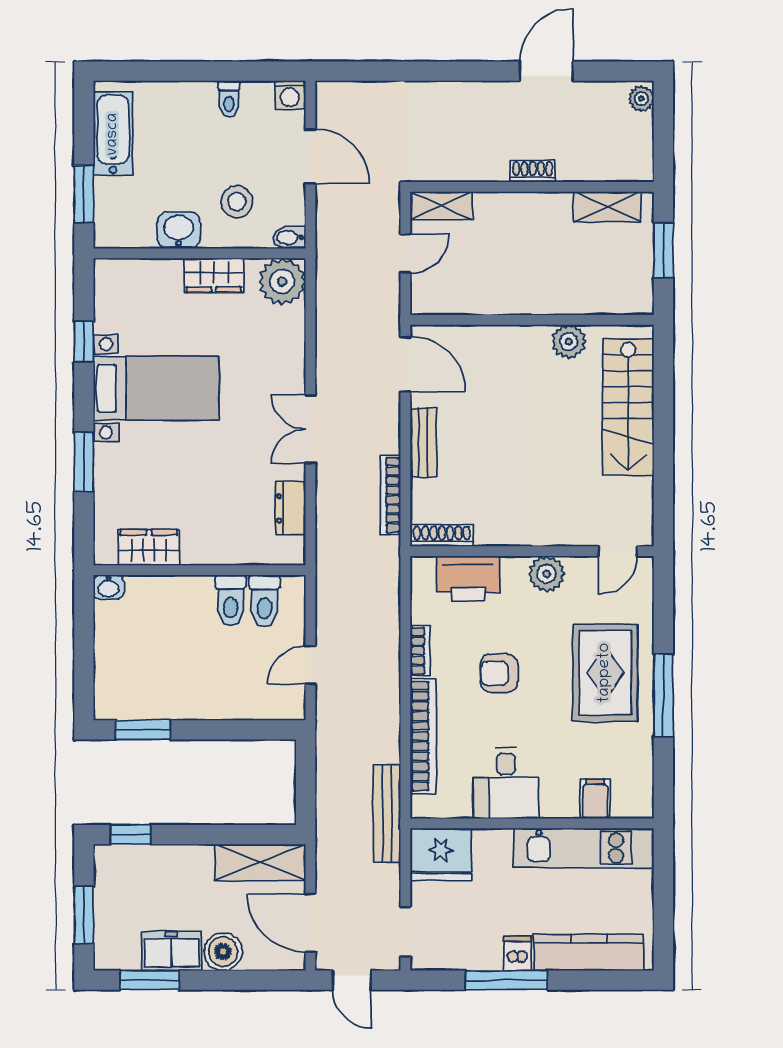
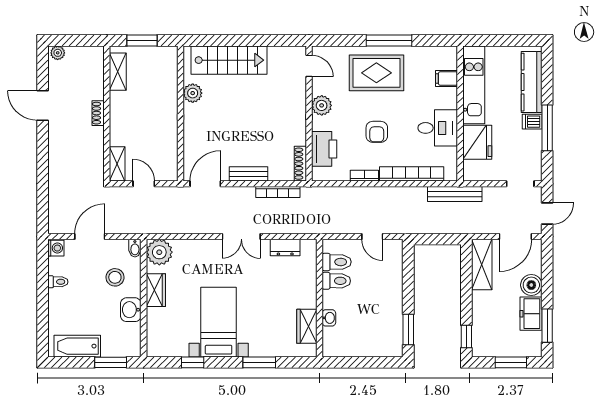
washbasin: (108, 587) -> (329, 318), moved
fridge: (441, 854) -> (477, 142), moved

